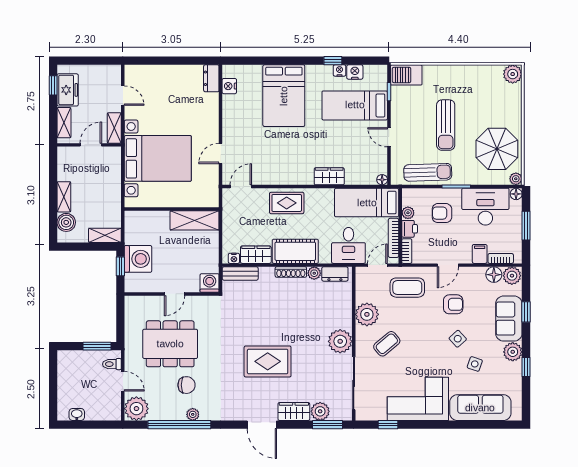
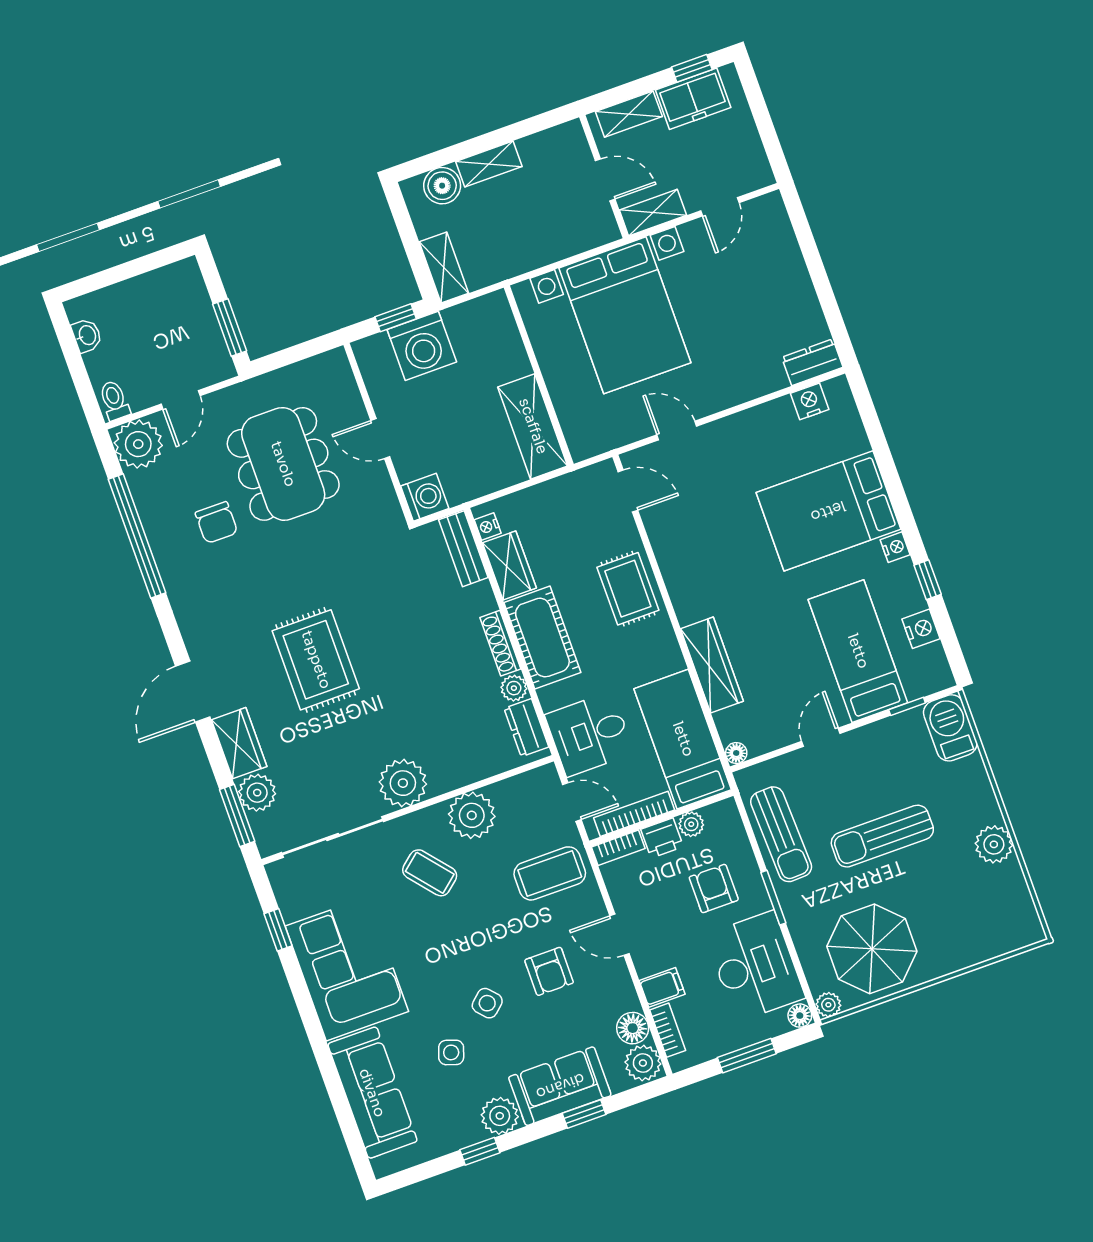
nightstand: (340, 70) -> (895, 547), moved
plant: (513, 74) -> (994, 844), moved
wardrobe: (329, 176) -> (712, 665), width x1.50
coffee table: (407, 288) -> (550, 873), turned 90
toilet: (112, 364) -> (114, 400), moved
plant: (193, 414) -> (165, 554), removed

